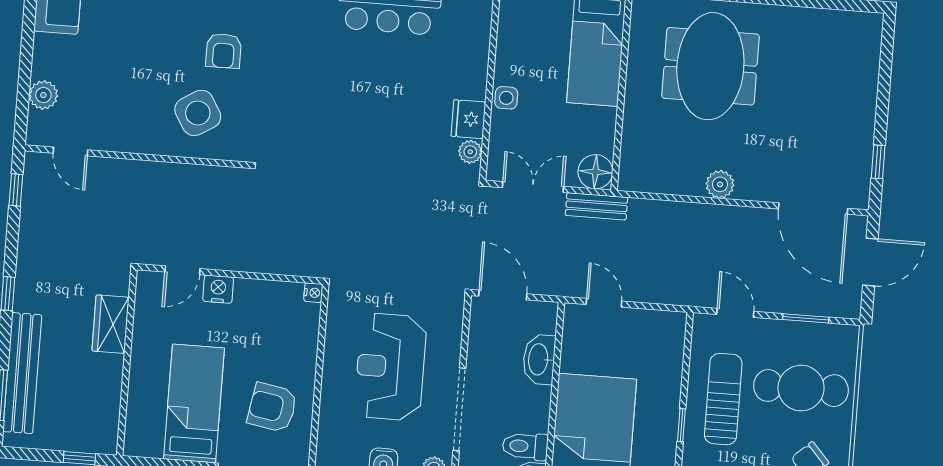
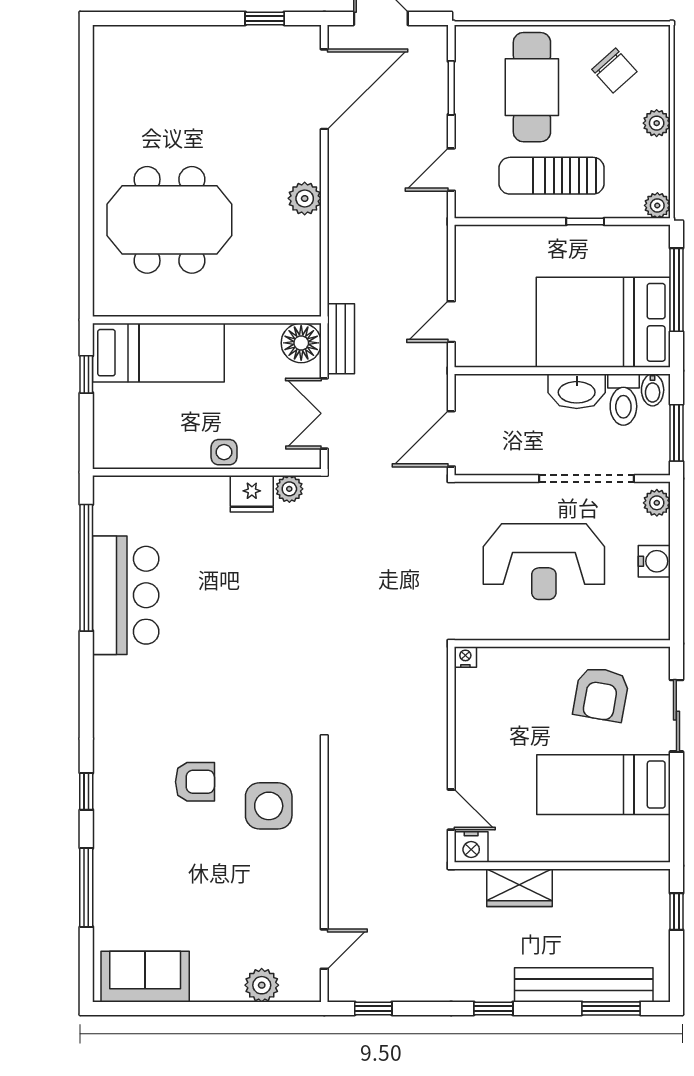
side table: (198, 113) -> (269, 806), turned 31
nightstand: (218, 289) -> (471, 847), moved, turned -90
washbasin: (539, 359) -> (577, 391), moved

